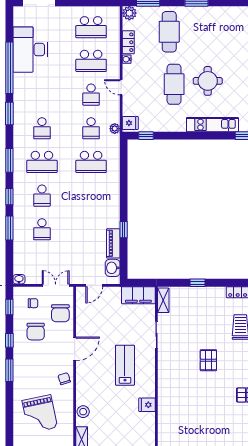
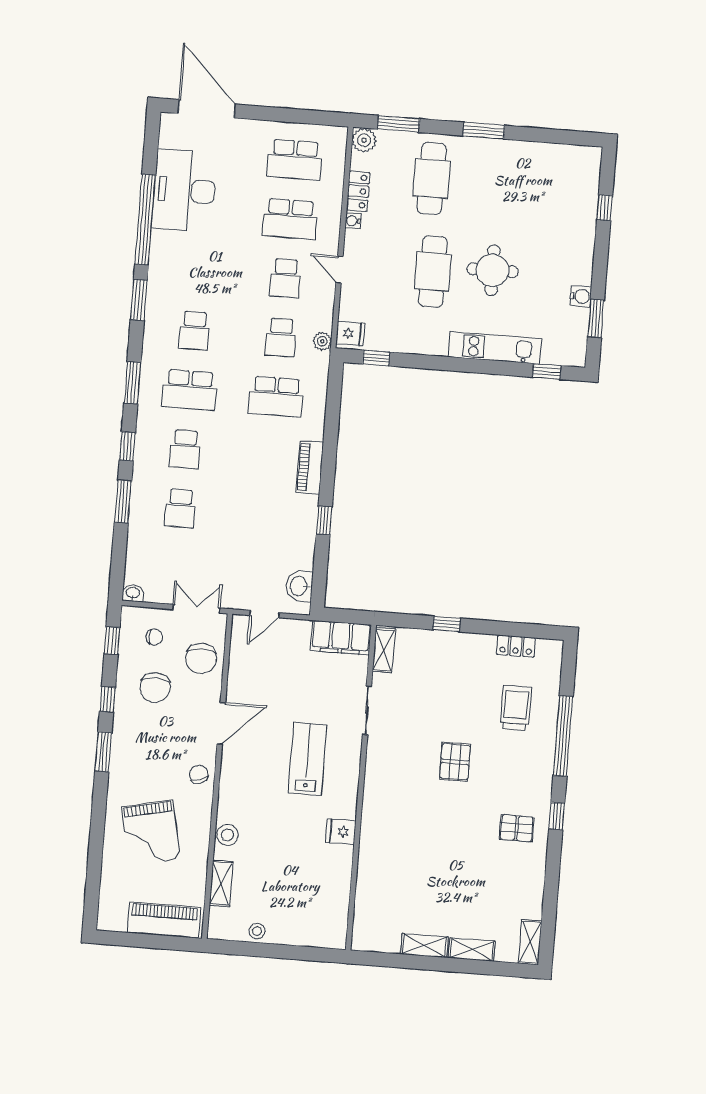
piano: (113, 243) -> (310, 467), moved

